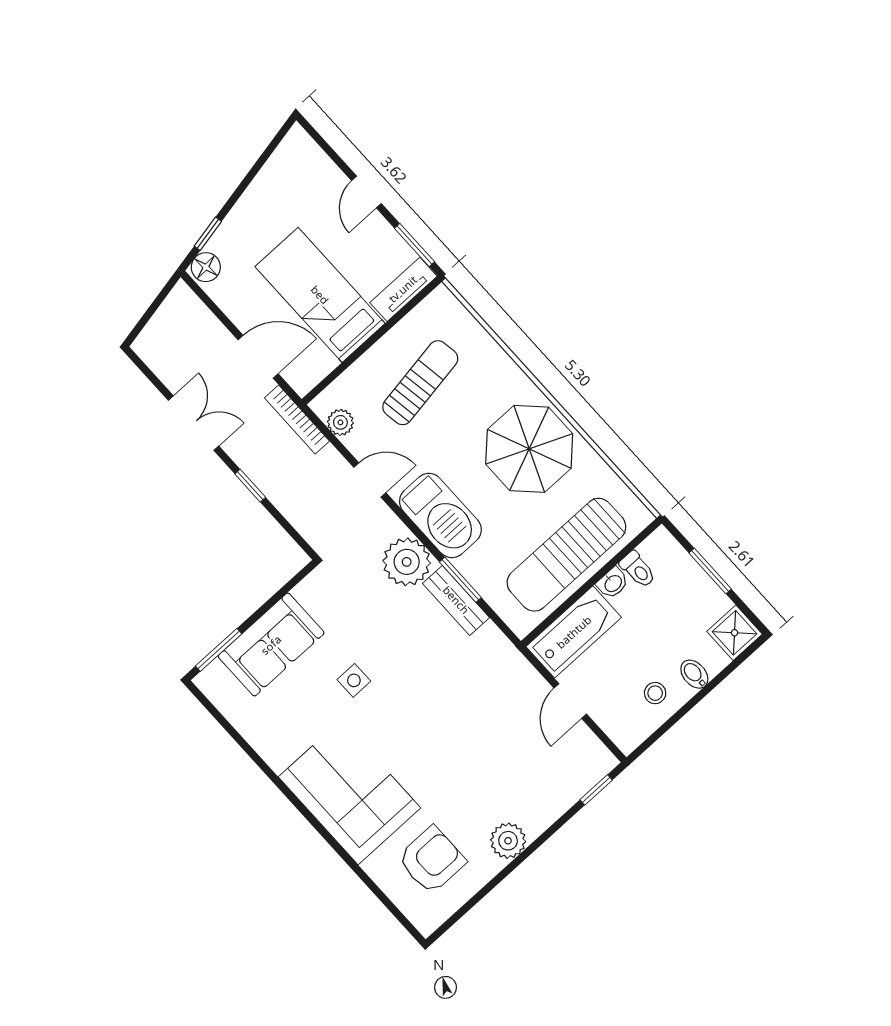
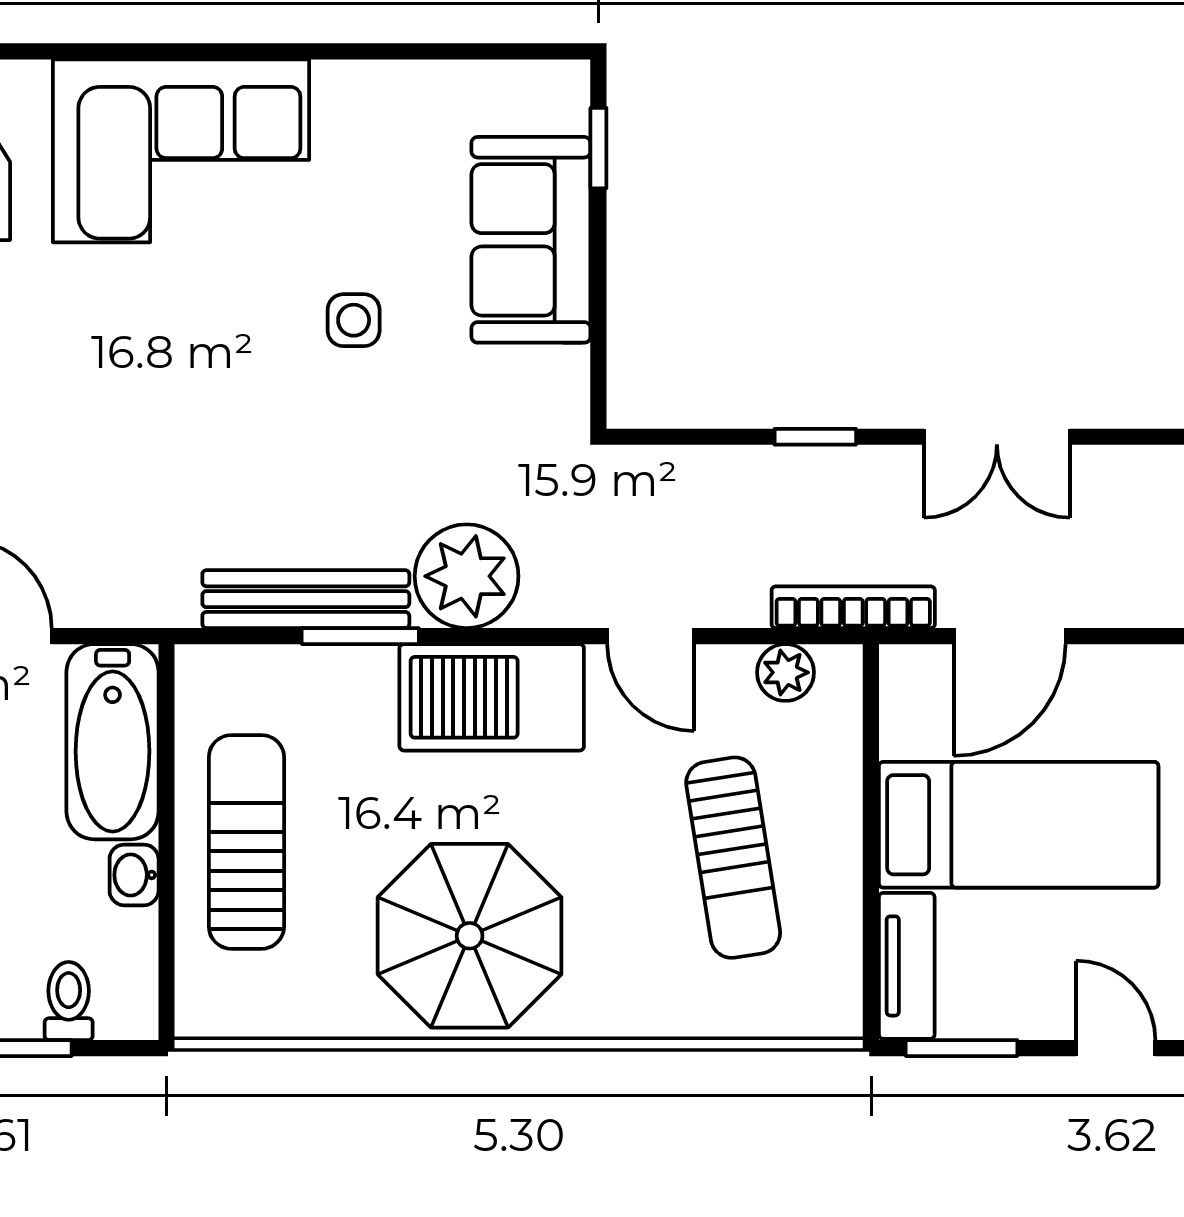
door: (370, 480) -> (651, 636), hinge flipped
sun lounger: (566, 555) -> (246, 842), width x0.73, depth x0.75
toilet: (638, 569) -> (69, 1001), moved, turned 90
bench: (456, 600) -> (306, 599), width x1.36
window: (219, 650) -> (598, 148), width x0.67

